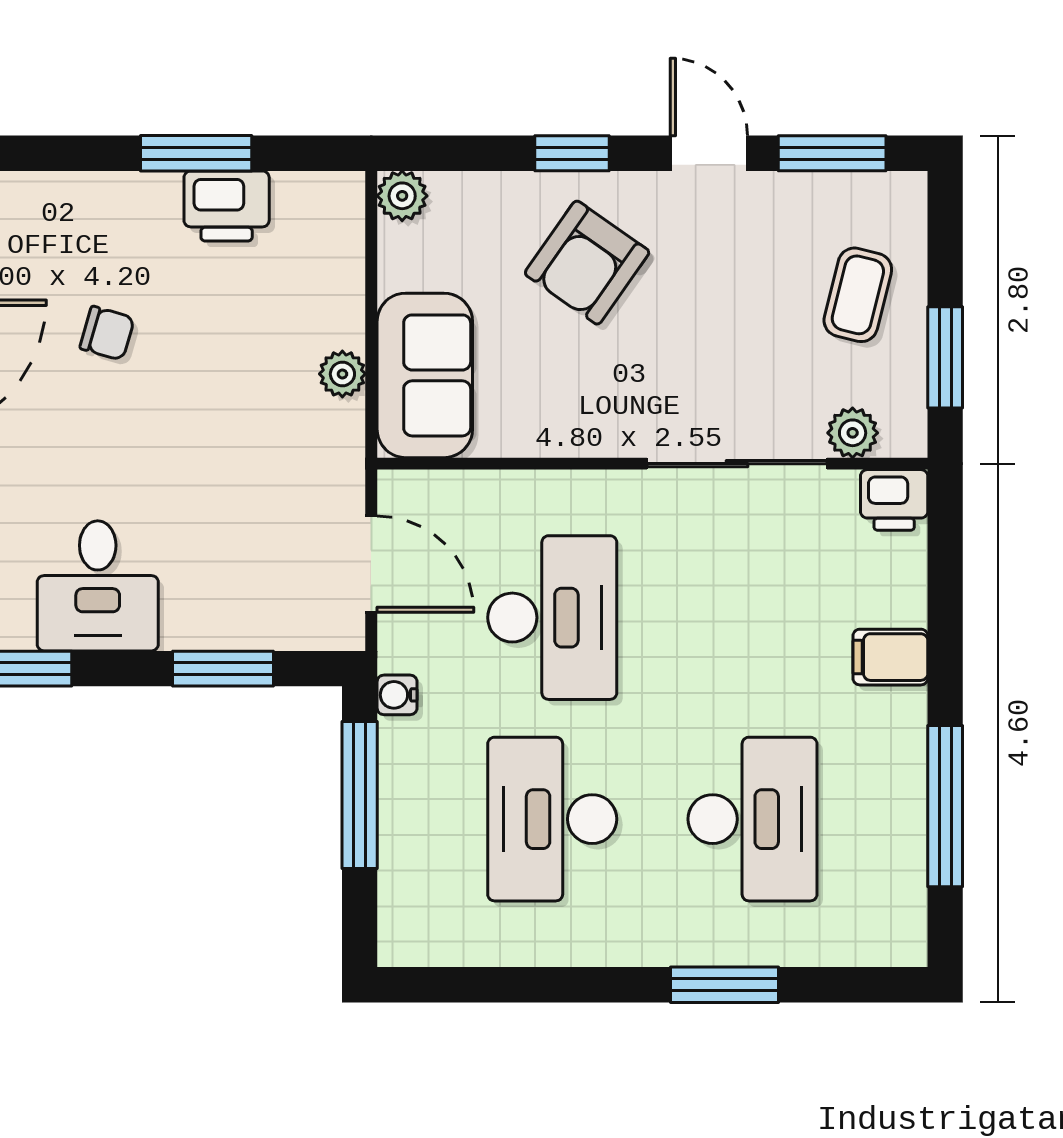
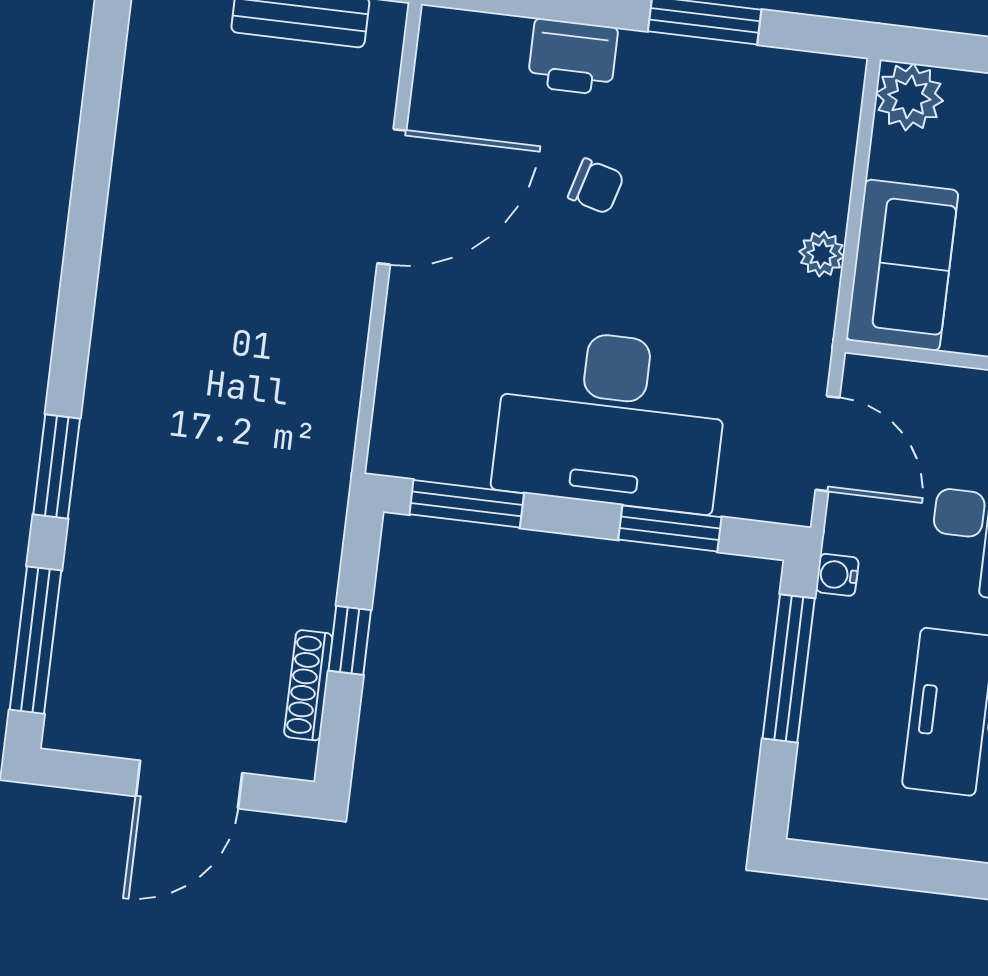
plant: (402, 196) -> (909, 97), width x1.38, depth x1.38
printer: (227, 206) -> (573, 57), moved
desk: (98, 586) -> (611, 420), width x1.87, depth x1.30

